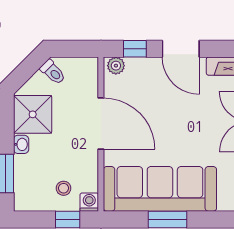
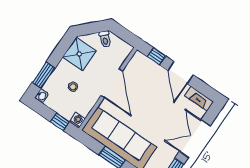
plant: (116, 66) -> (140, 58), removed
washbasin: (21, 144) -> (42, 96), moved
stool: (64, 188) -> (73, 87), moved

